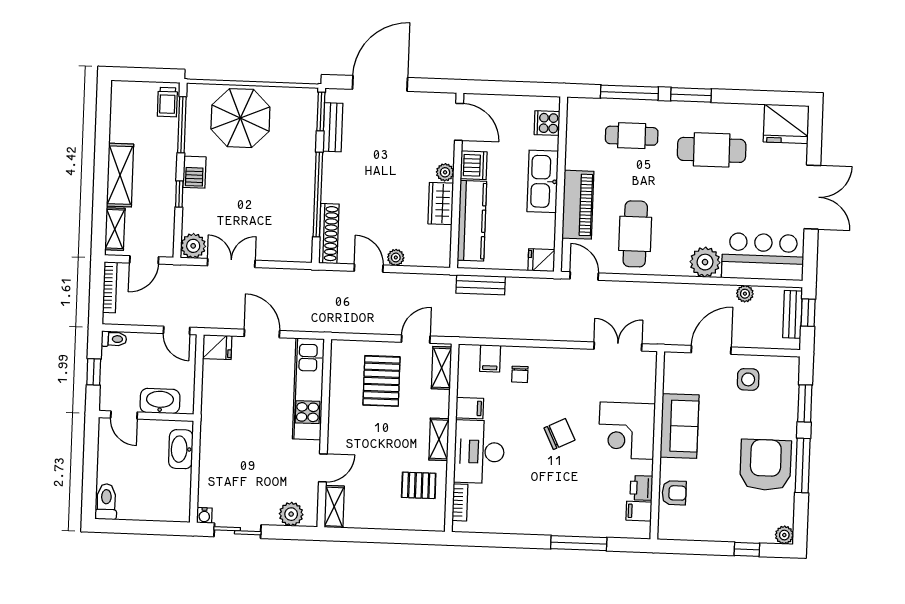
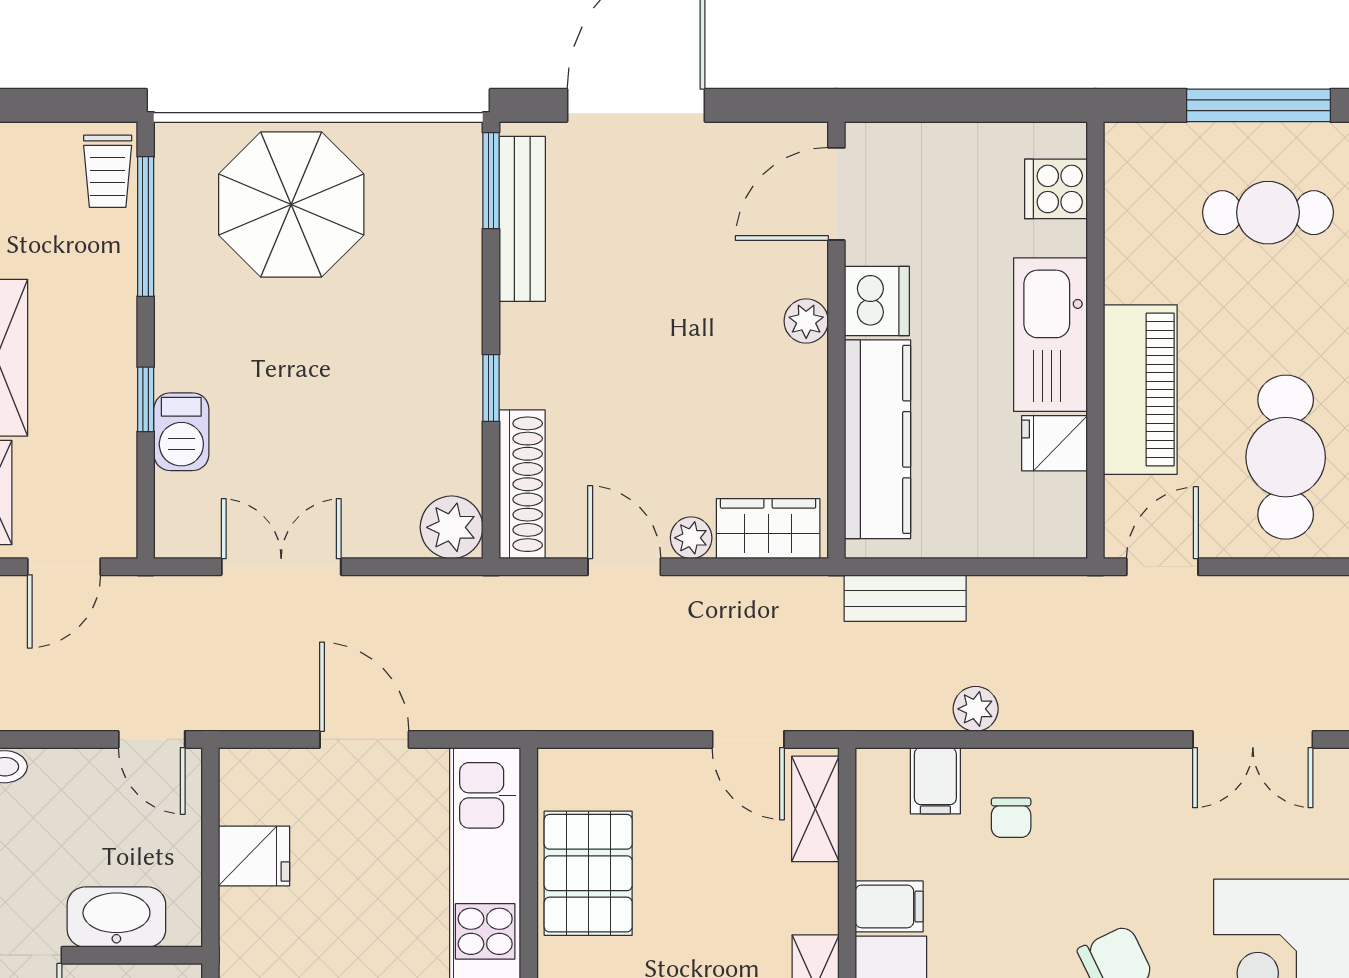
door: (459, 122) -> (836, 194), swing flipped
bench: (333, 127) -> (522, 219), width x1.36
barbecue: (194, 172) -> (181, 432), moved
window: (318, 195) -> (491, 388), width x0.32
wardrobe: (441, 204) -> (768, 529), moved, turned 90
plant: (193, 246) -> (452, 527), moved
fridge: (541, 260) -> (1054, 443), moved
door: (584, 276) -> (1162, 567), hinge flipped
plant: (507, 330) -> (976, 709), added
door: (416, 339) -> (748, 739), swing flipped
fridge: (217, 347) -> (254, 856), moved
double door: (618, 347) -> (1253, 739), swing flipped
pallet: (382, 381) -> (588, 873), moved

